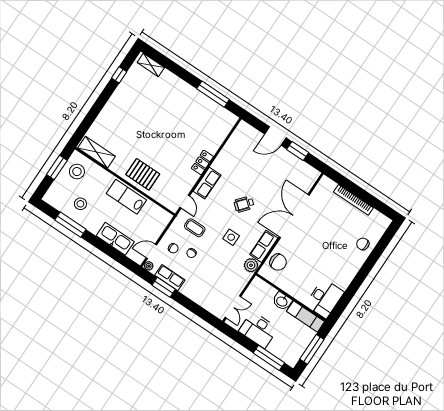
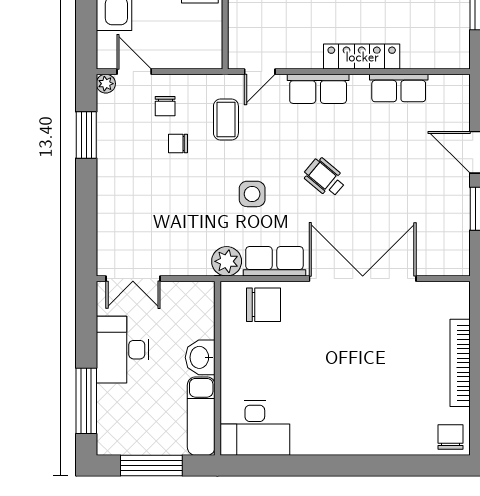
locker: (202, 163) -> (362, 57), width x1.53
chair: (363, 244) -> (450, 437), moved
chair: (278, 262) -> (264, 305), turned -92
row of seats: (170, 278) -> (399, 88), moved, turned 90

